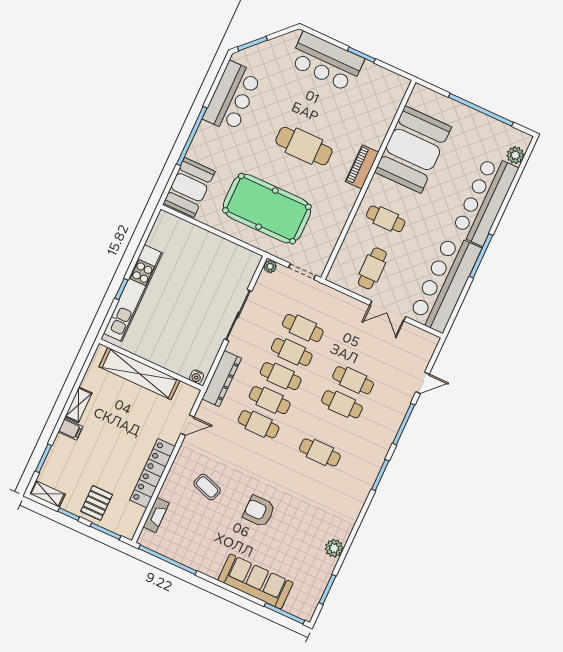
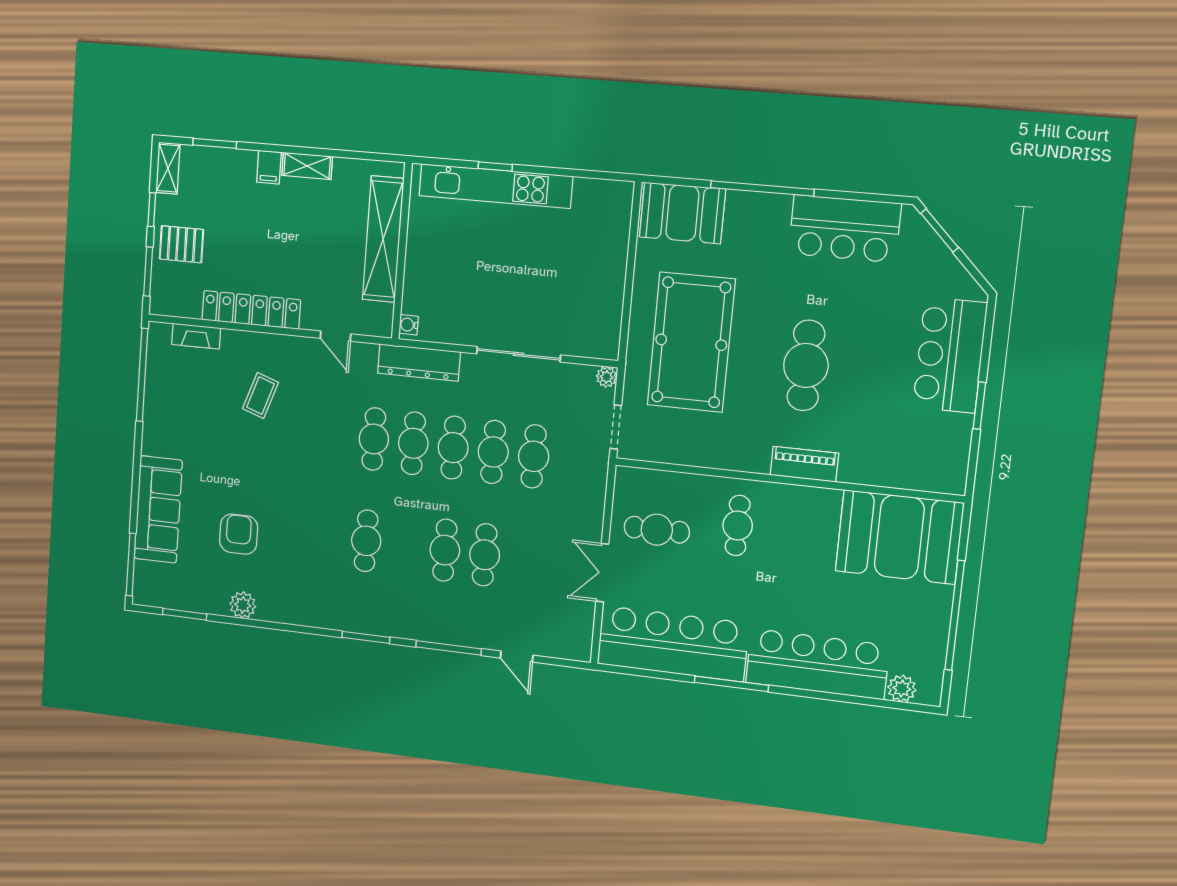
booth: (413, 149) -> (899, 537), moved
armchair: (259, 511) -> (239, 534), moved

